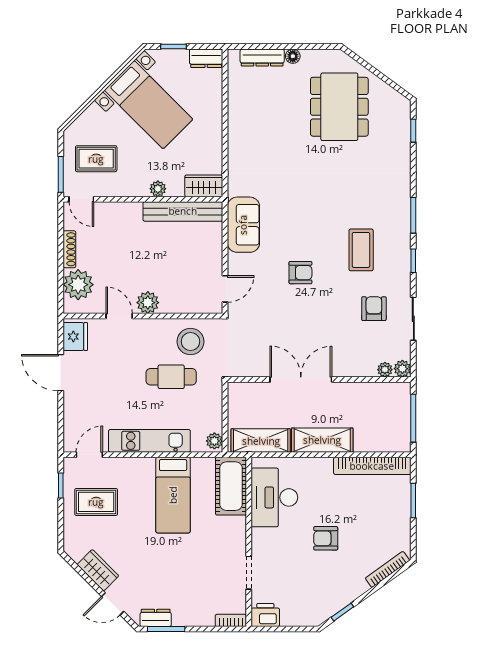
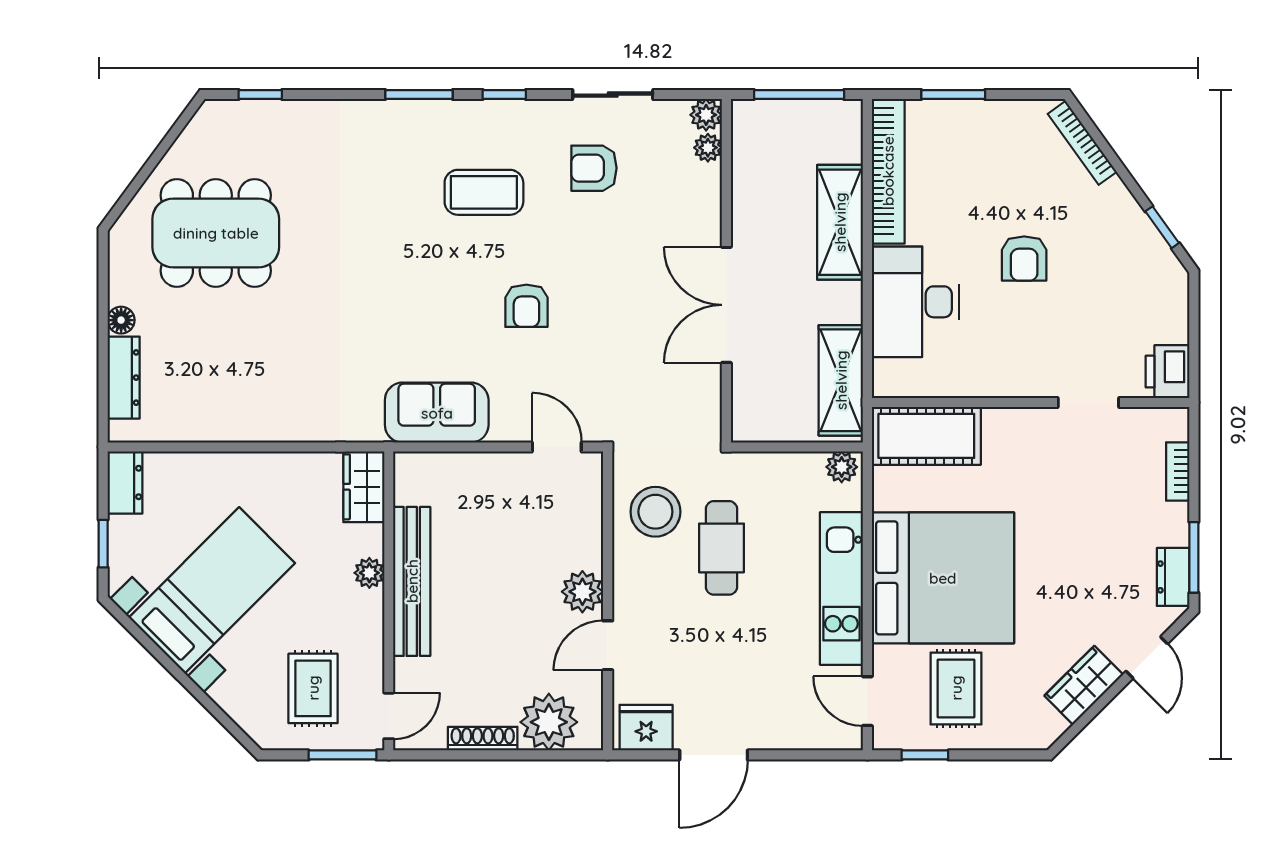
bench: (183, 211) -> (412, 581), moved
armchair: (300, 273) -> (526, 306), turned 180
shelving: (322, 440) -> (840, 222), moved
bed: (173, 495) -> (943, 578), width x2.04
desk: (274, 497) -> (915, 302), moved, turned 90
bookcase: (231, 620) -> (1178, 471), moved

